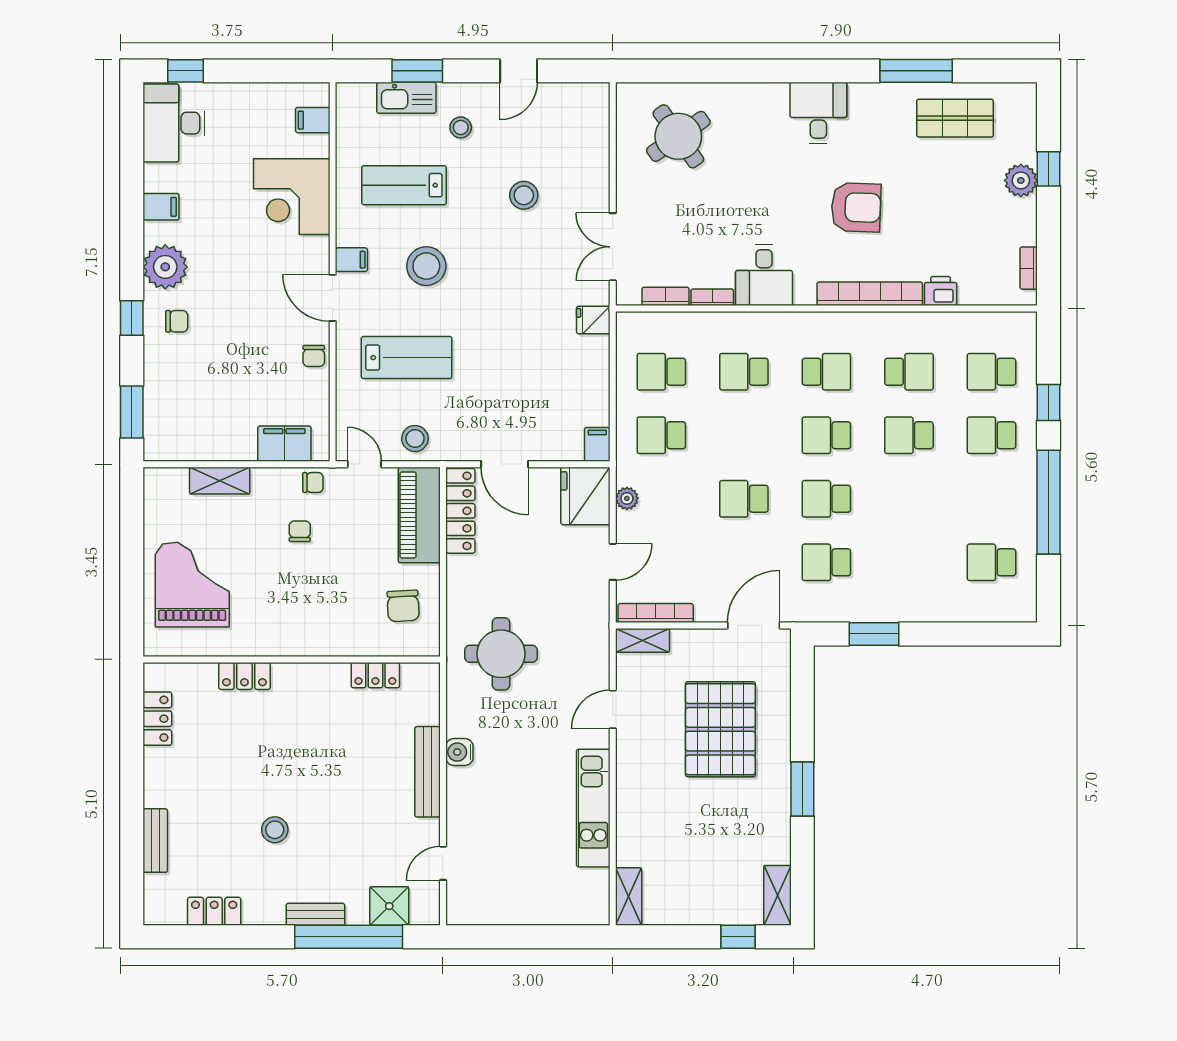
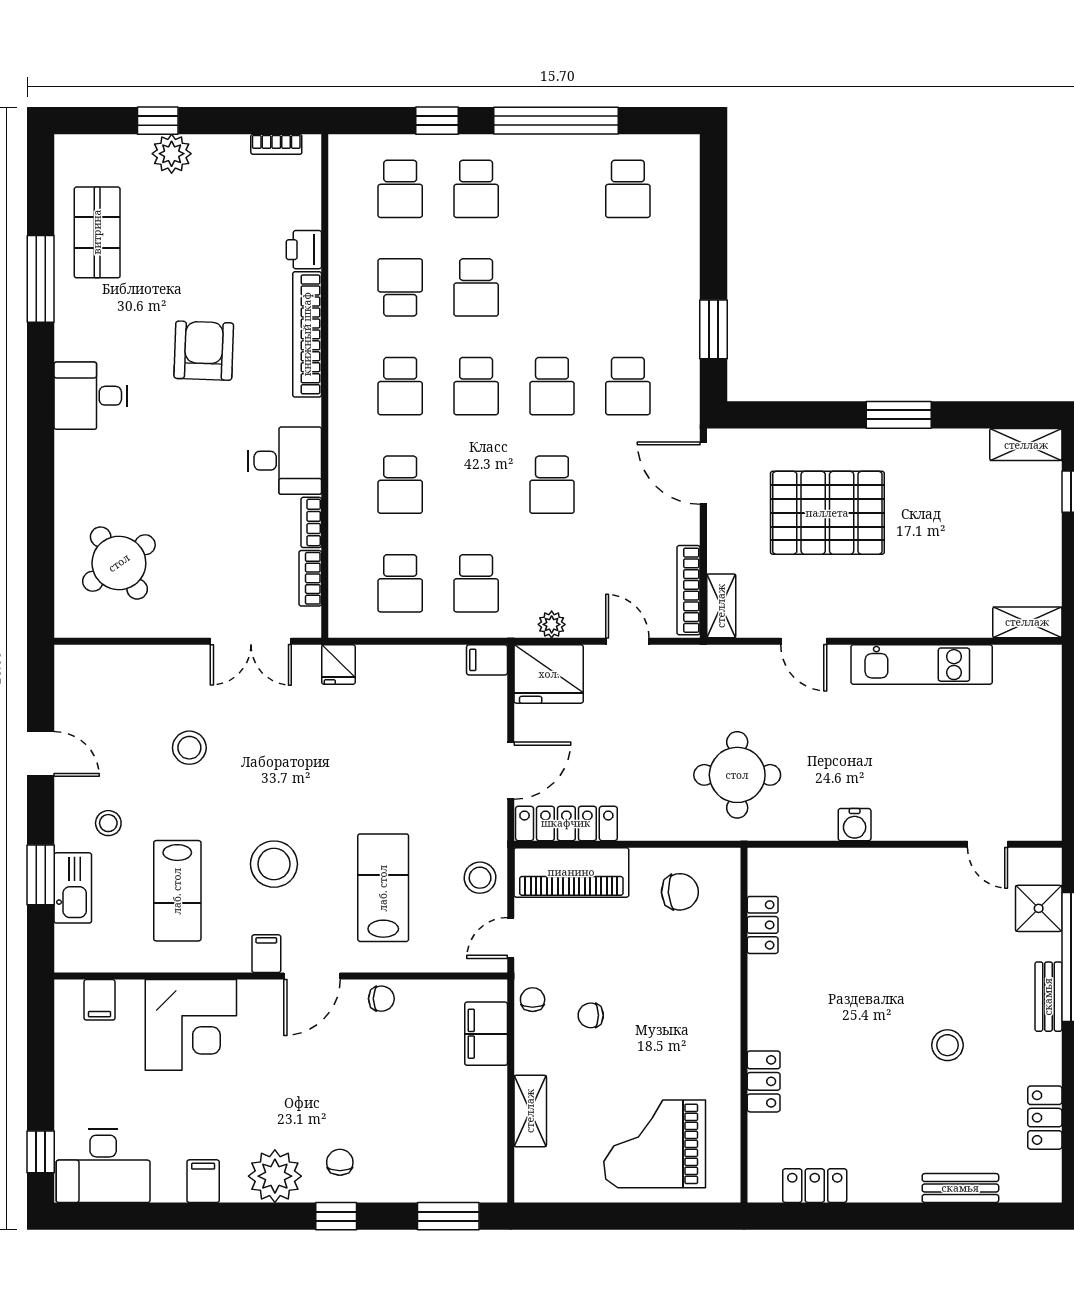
school desk: (826, 372) -> (400, 386), turned 180
bench: (427, 772) -> (878, 863), removed

